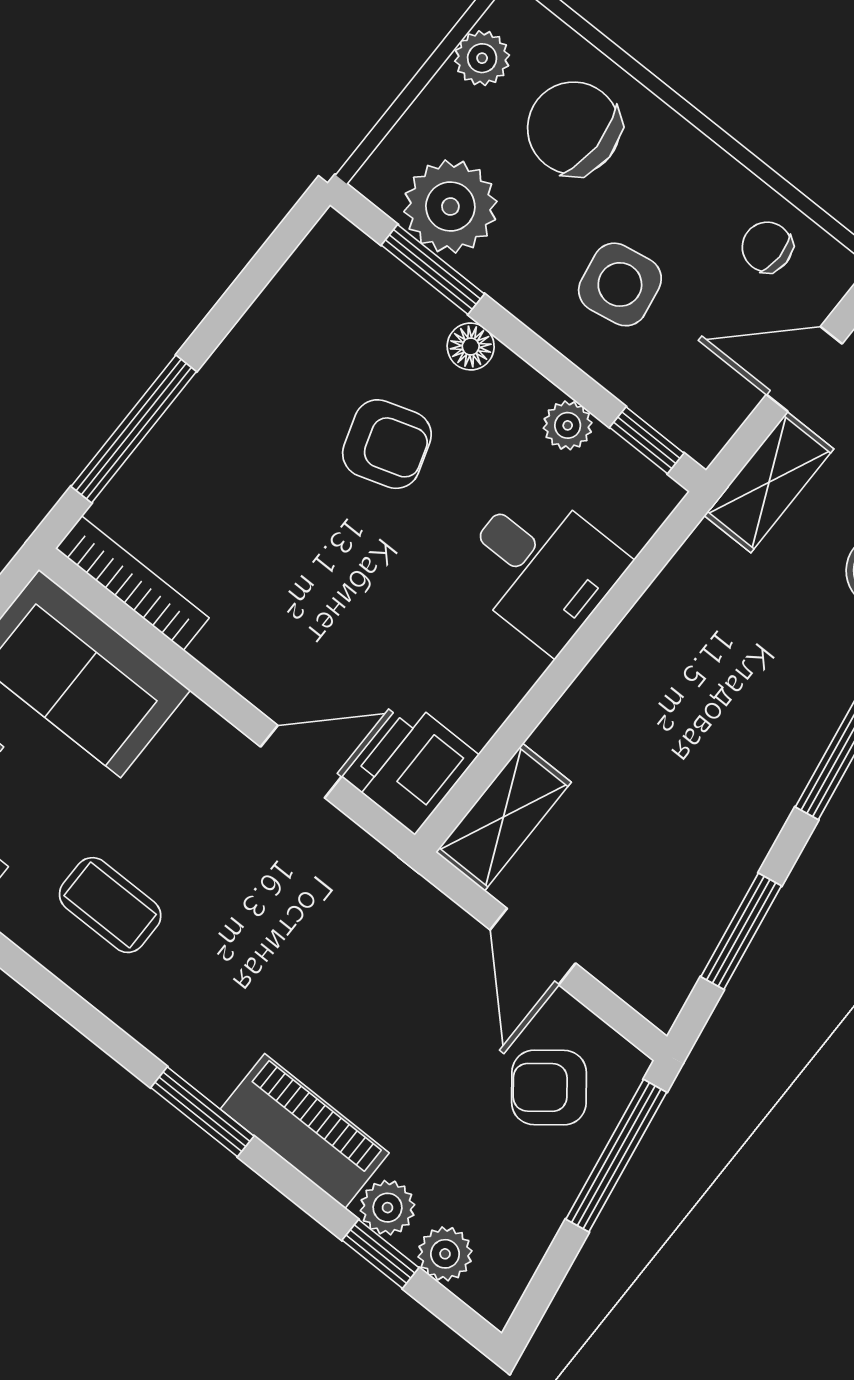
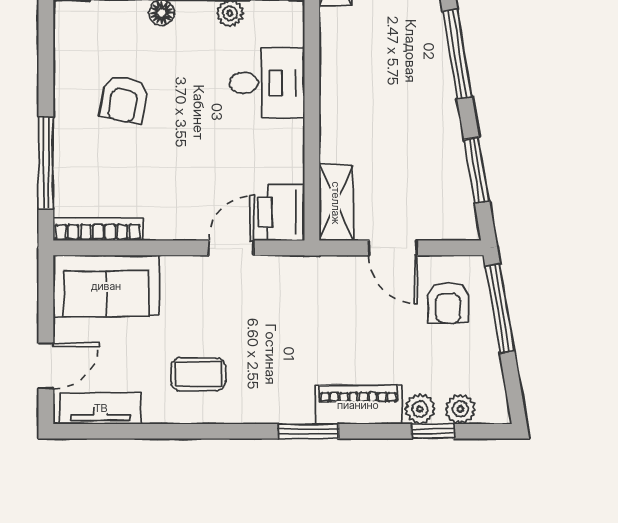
armchair: (387, 444) -> (124, 99), moved, turned 118
armchair: (549, 1087) -> (448, 303), turned -52

